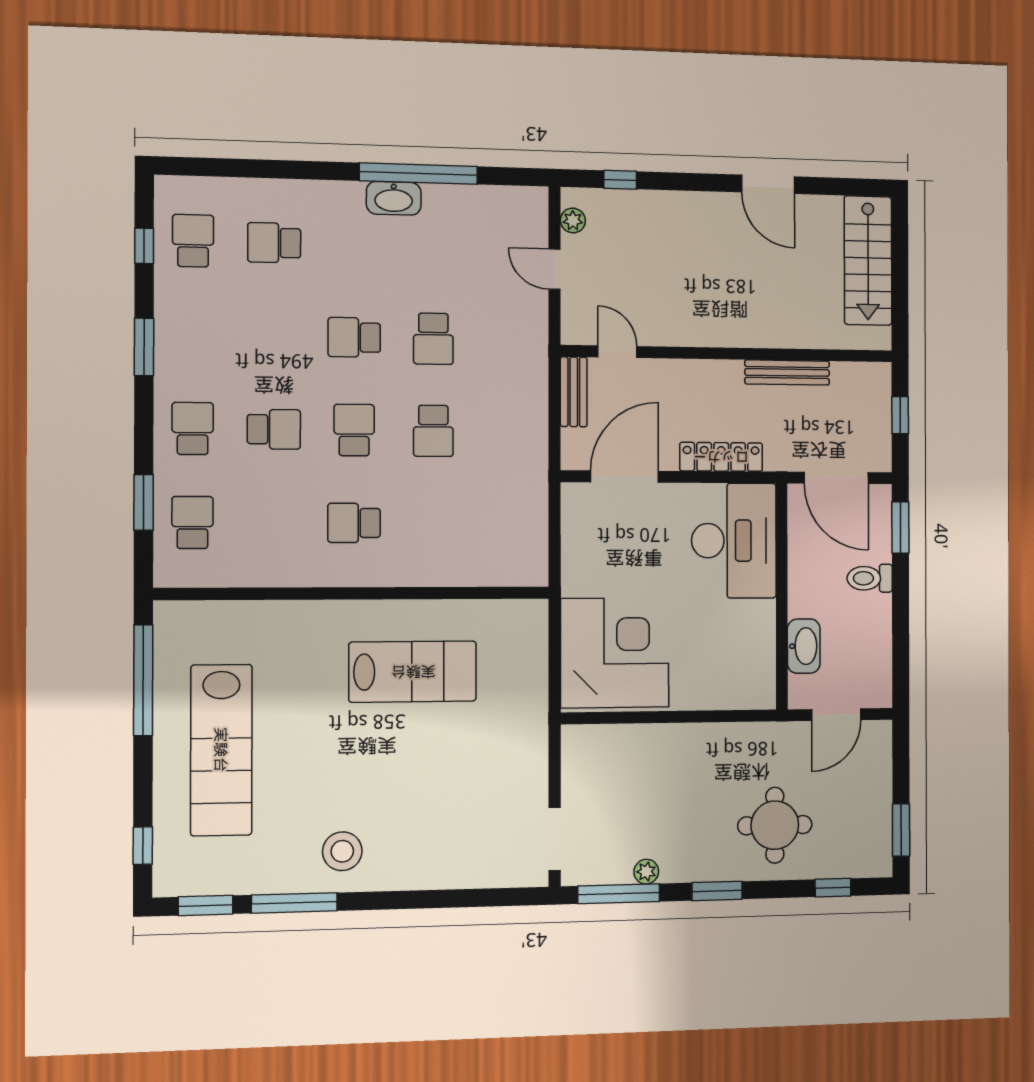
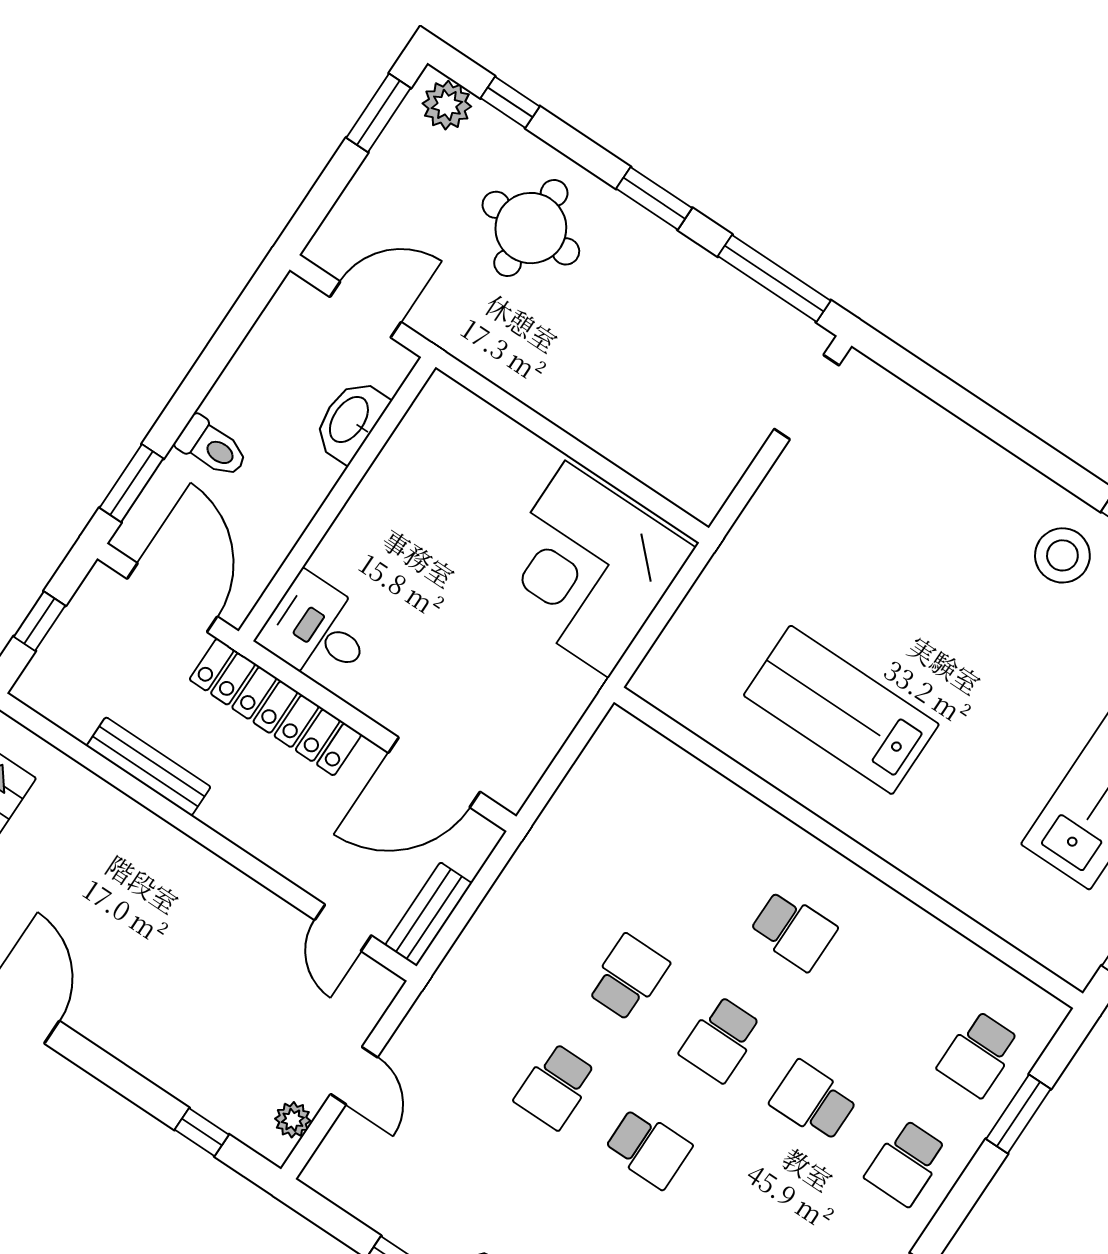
school desk: (433, 339) -> (555, 1086), turned 180
locker: (721, 457) -> (275, 707), width x1.41, depth x1.21
desk: (734, 541) -> (318, 631), width x0.53, depth x0.77
plant: (646, 872) -> (447, 105), moved, width x1.38, depth x1.38

